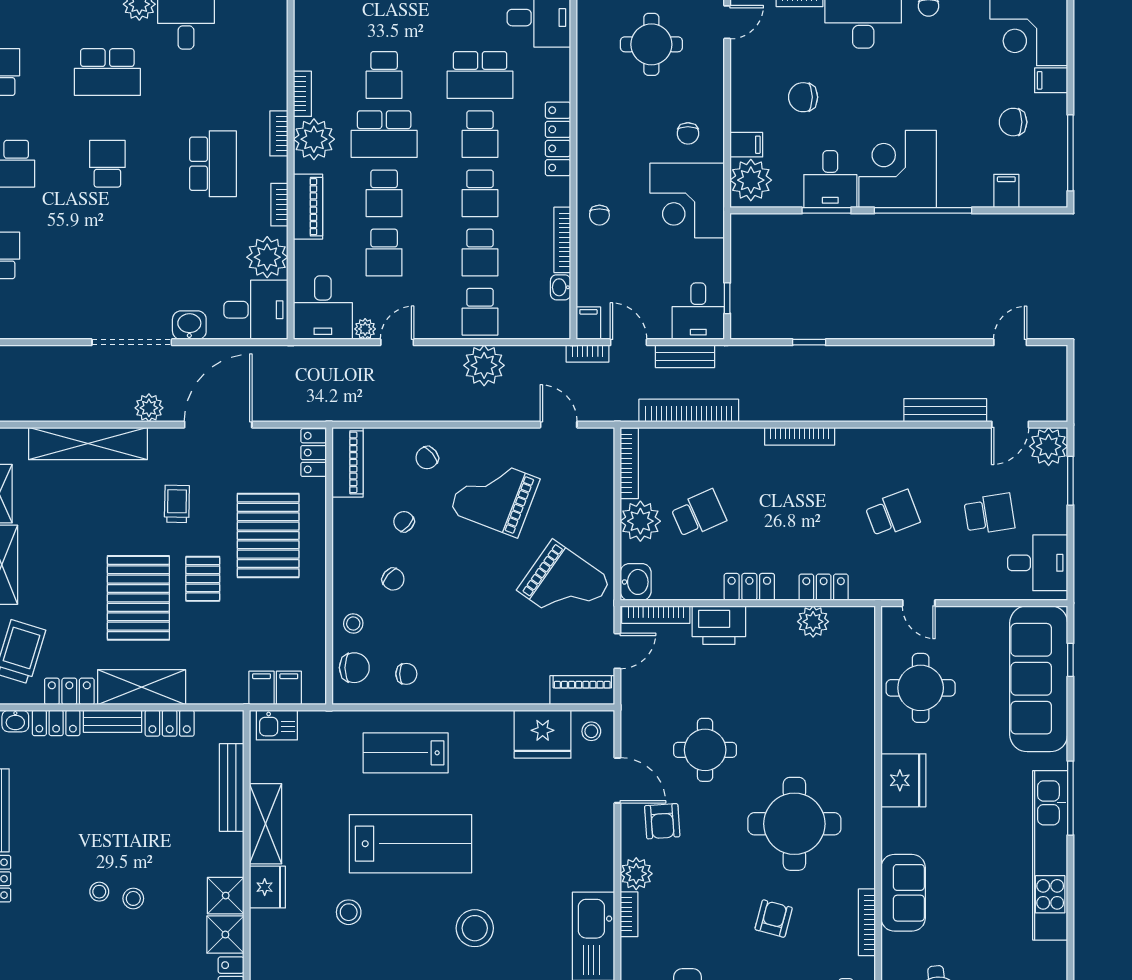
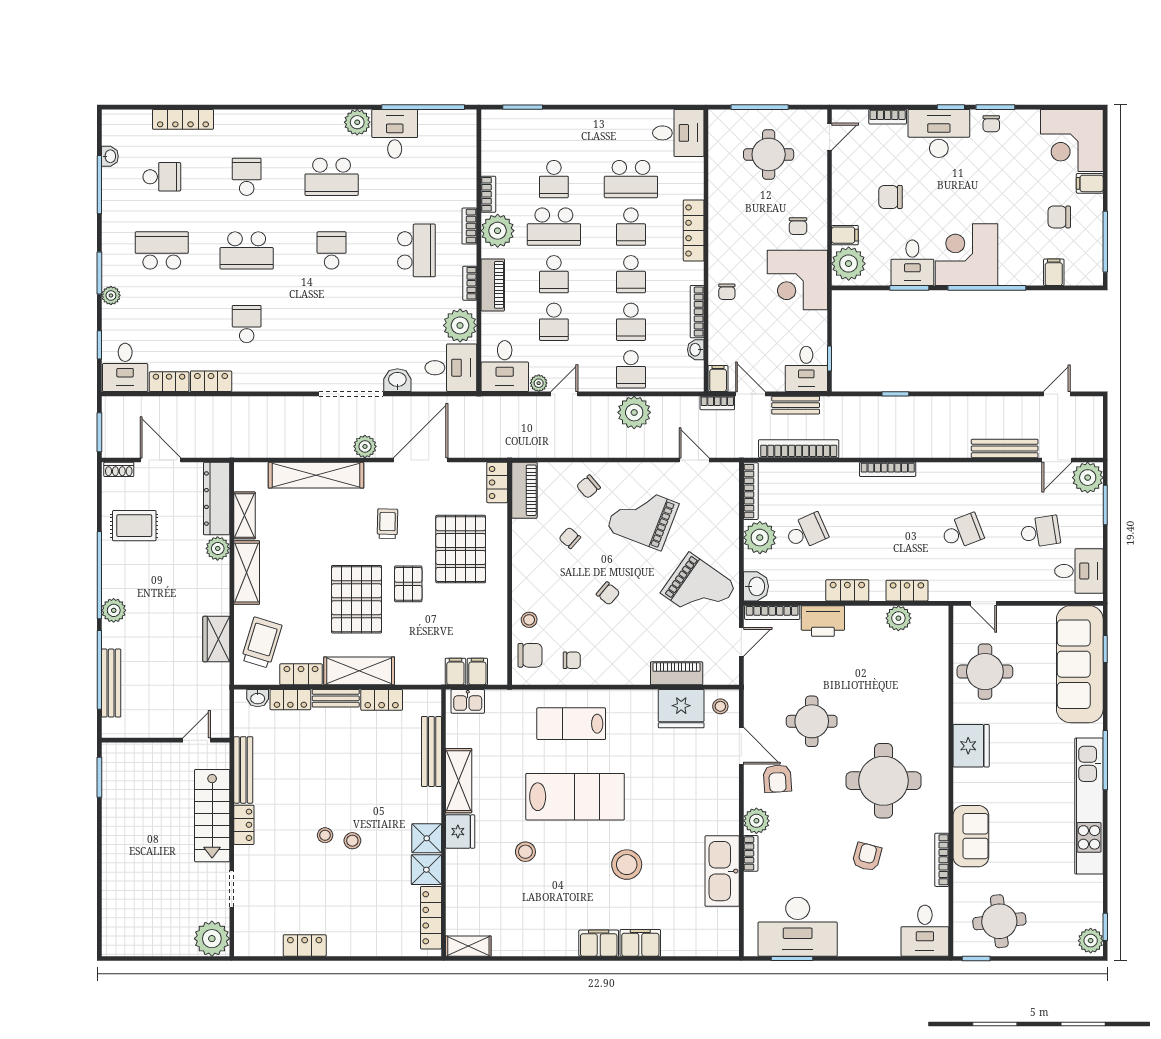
chair: (393, 579) -> (608, 593), moved
piano: (582, 690) -> (677, 673), moved

